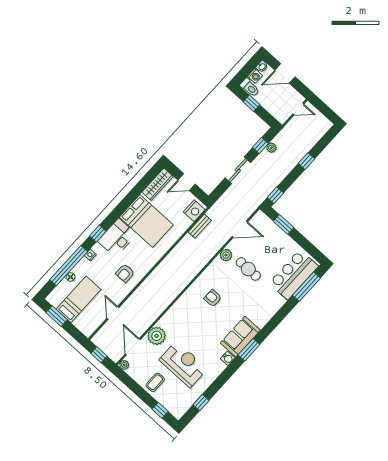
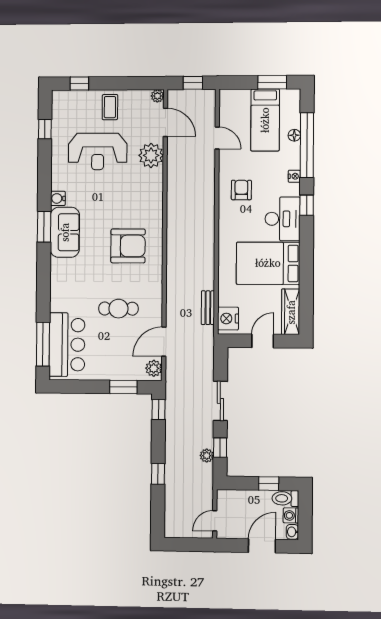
plant: (226, 255) -> (154, 368), moved
armchair: (213, 298) -> (128, 246), width x1.88, depth x1.88

